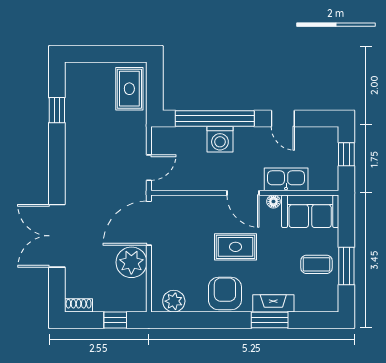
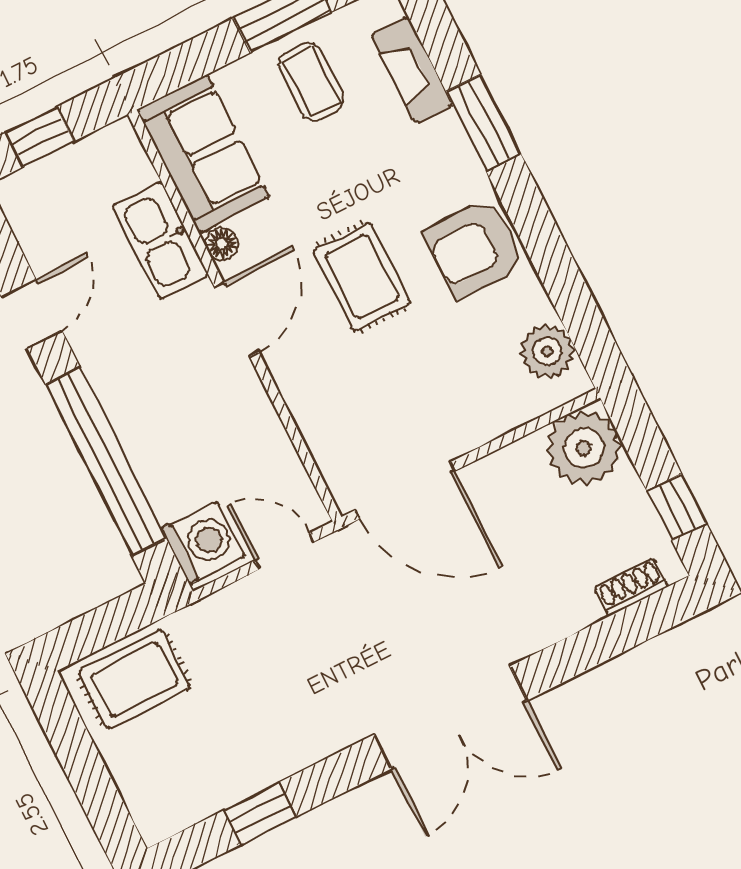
washing machine: (220, 139) -> (203, 543), moved
double door: (57, 236) -> (451, 717), moved
plant: (131, 262) -> (584, 448), moved
fireplace: (273, 303) -> (412, 70), moved
shoe rack: (79, 305) -> (631, 587), moved, turned 90
window: (115, 320) -> (677, 507), moved

